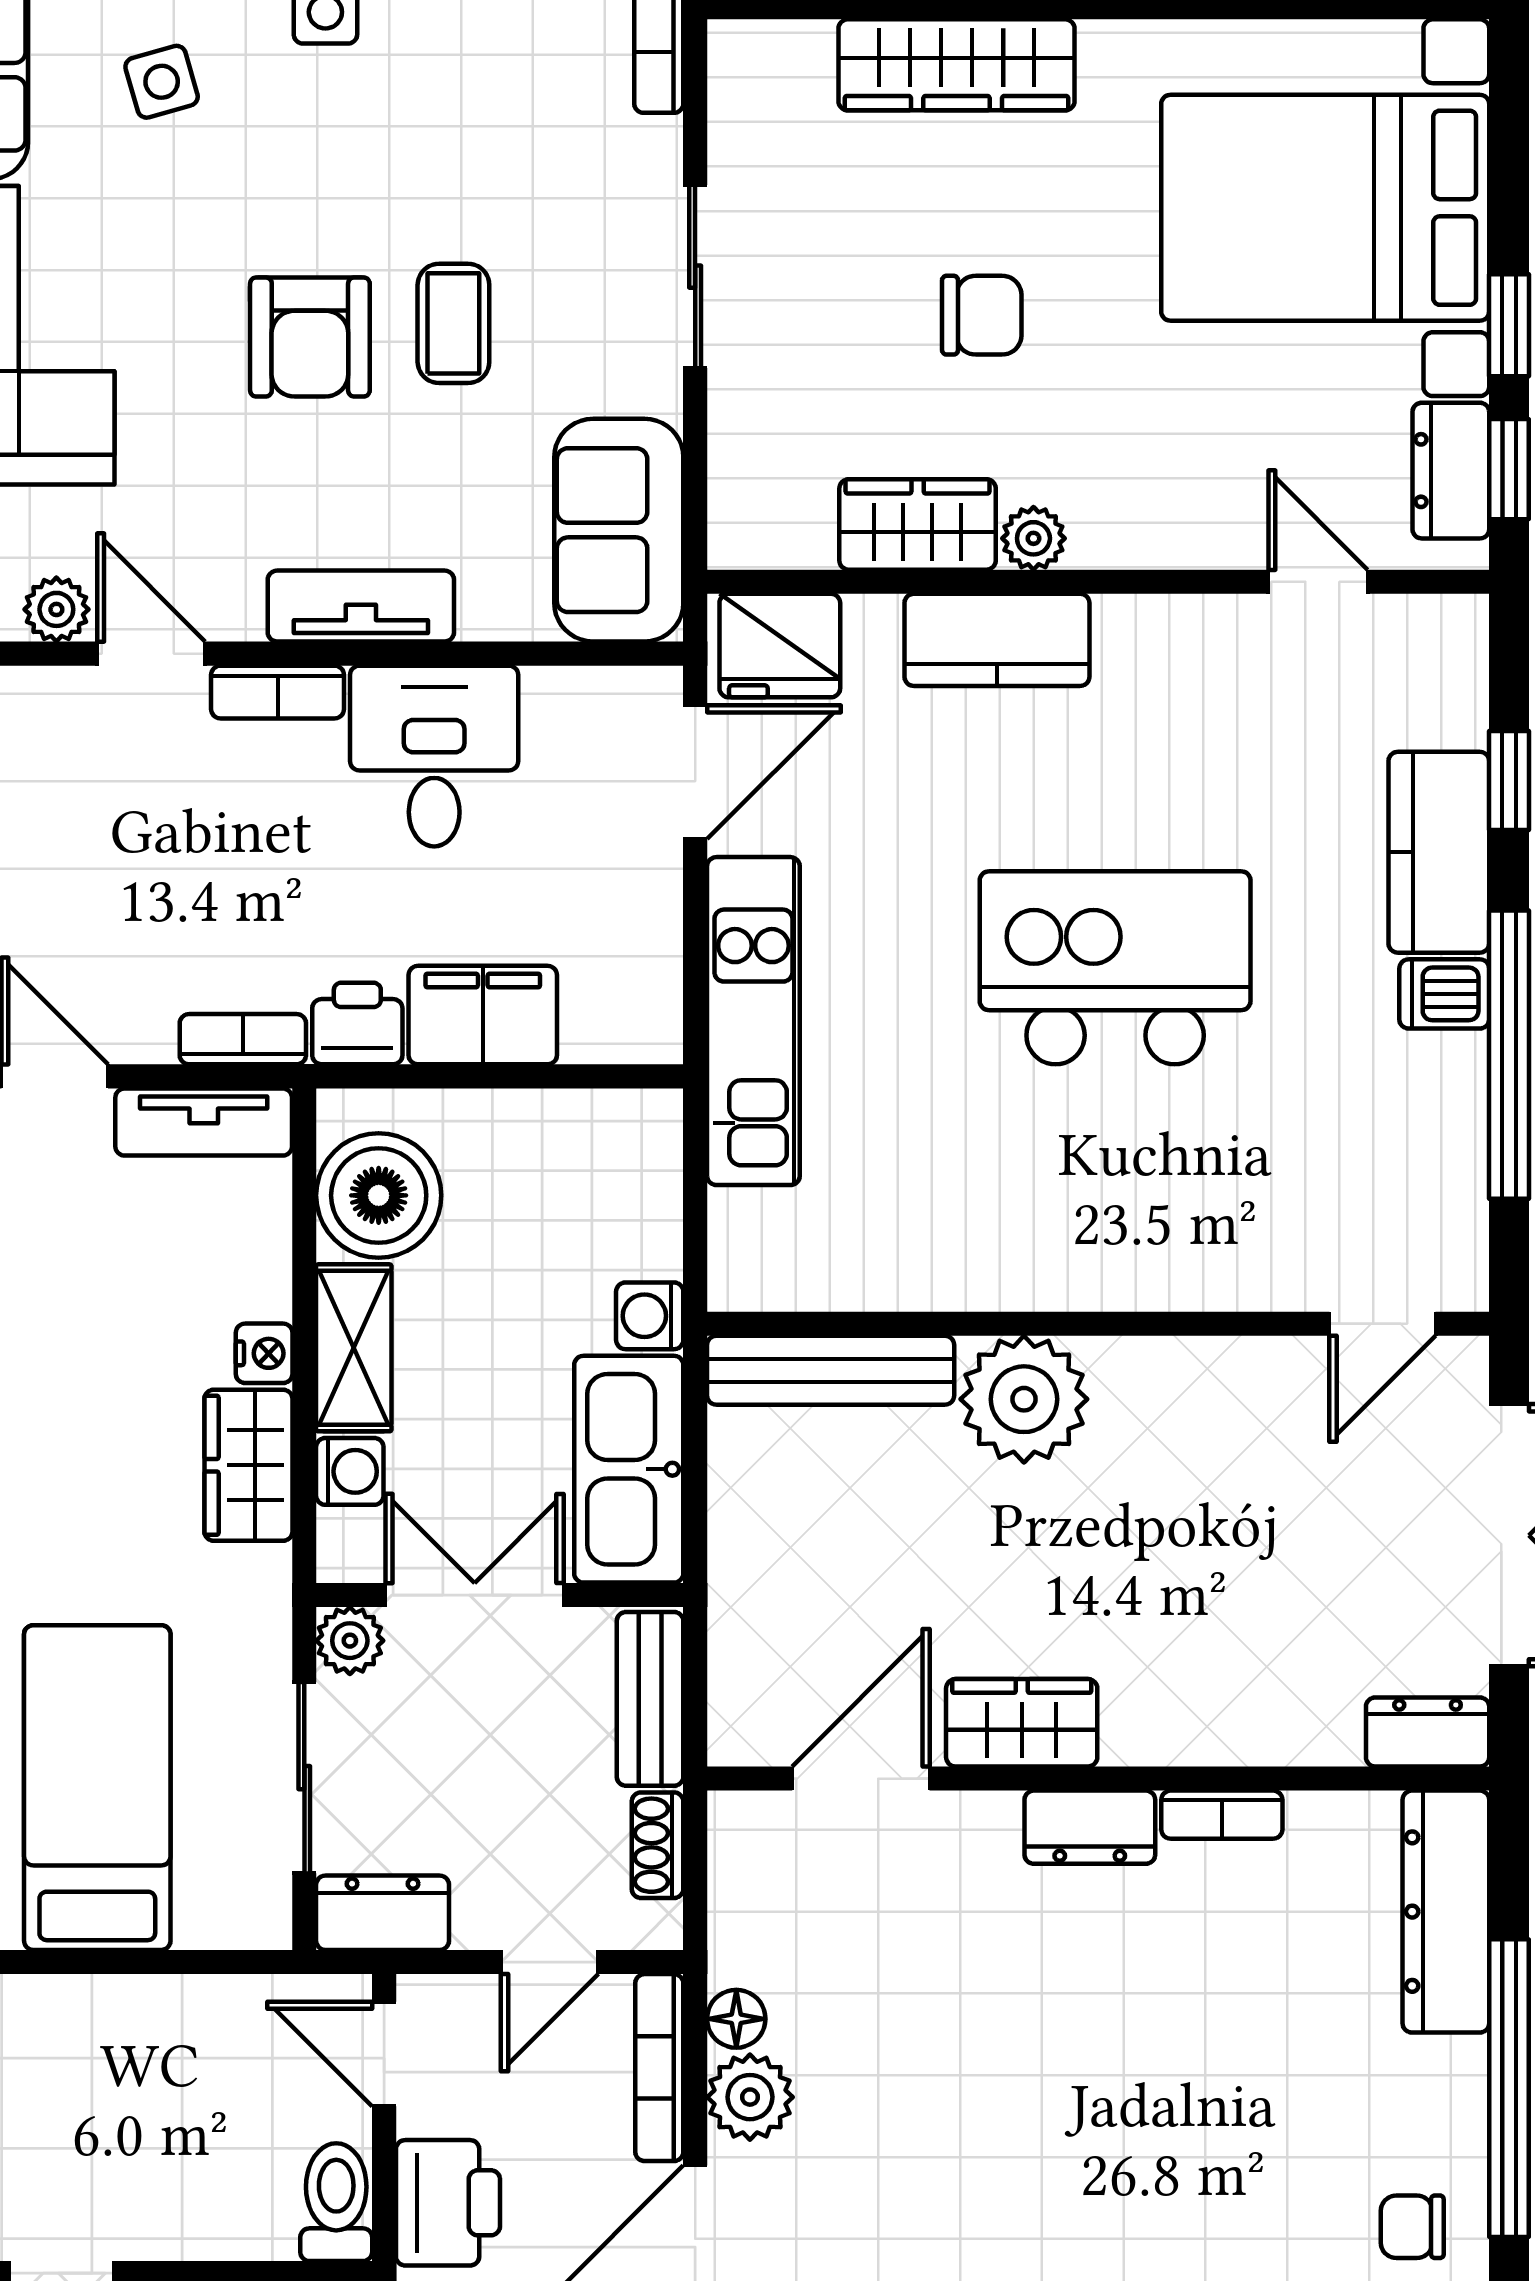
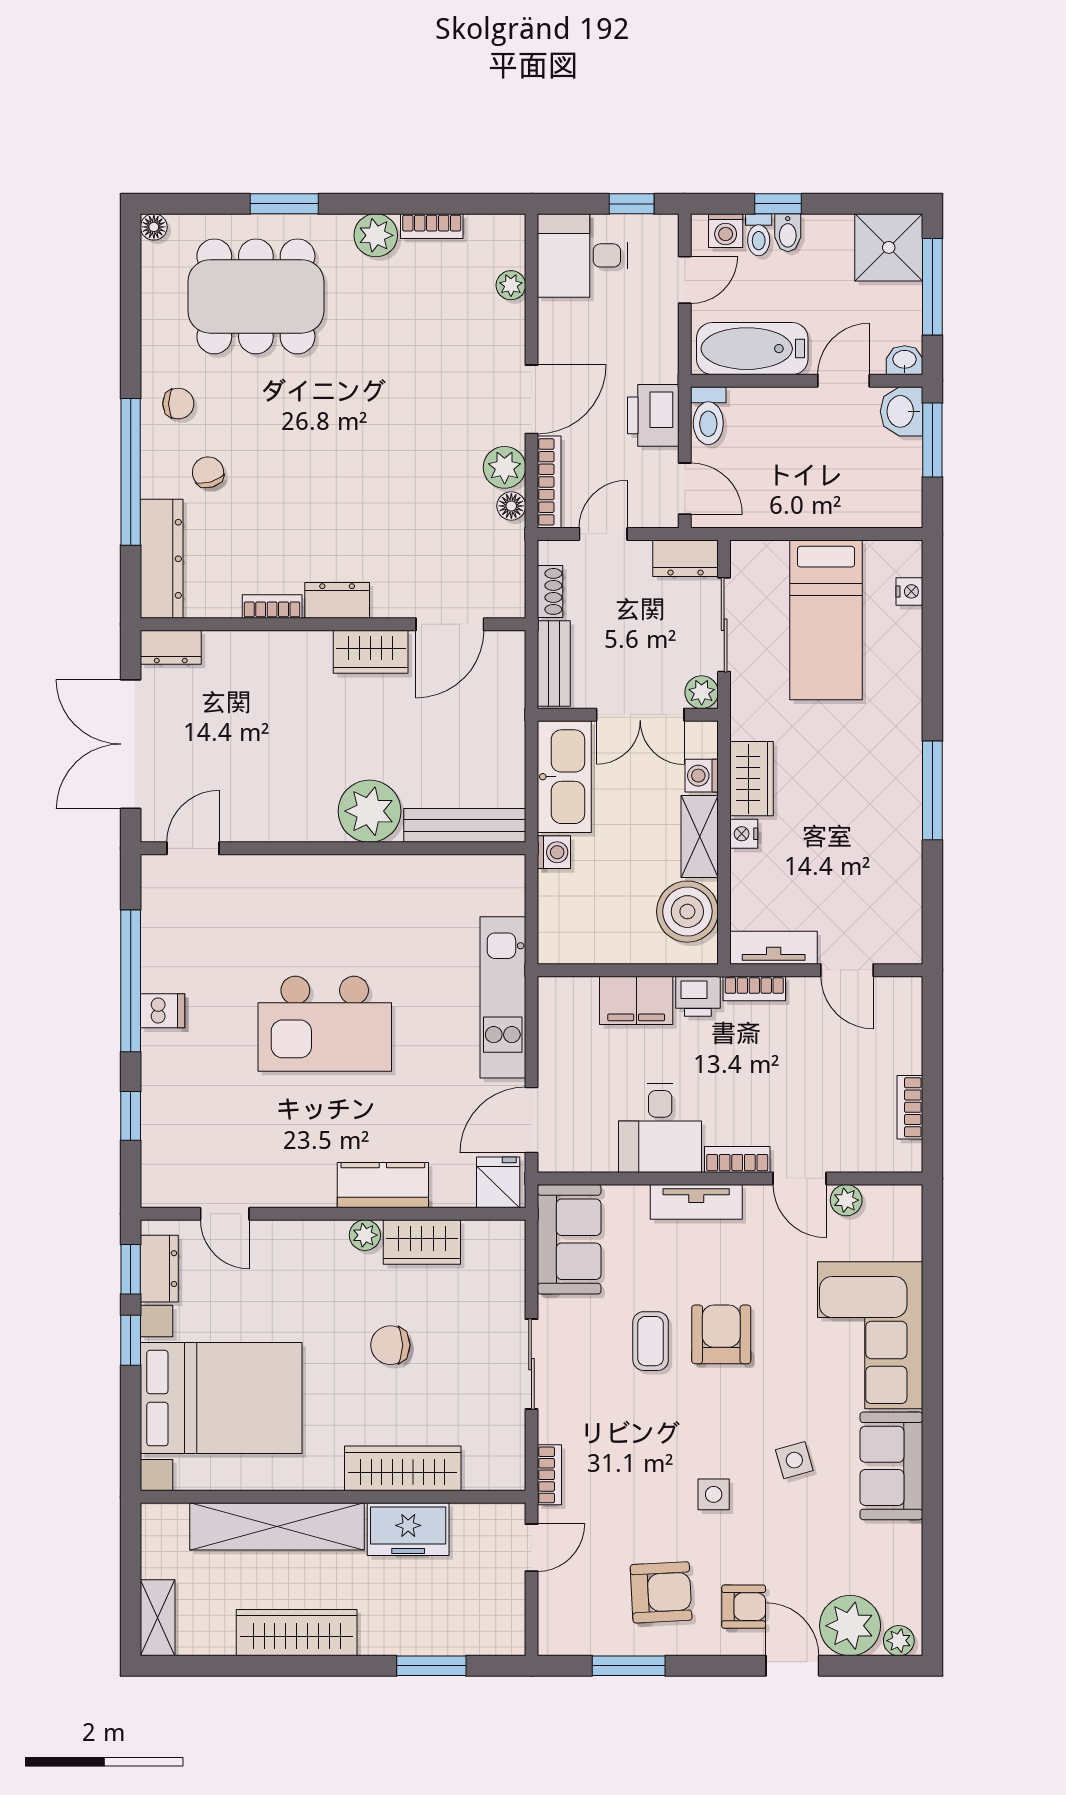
fridge: (780, 646) -> (498, 1182), width x0.72
kitchen counter: (1439, 852) -> (165, 1081), removed
chair: (1352, 2087) -> (208, 472), added

